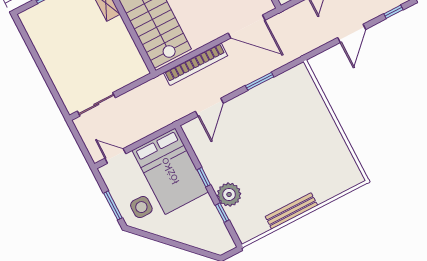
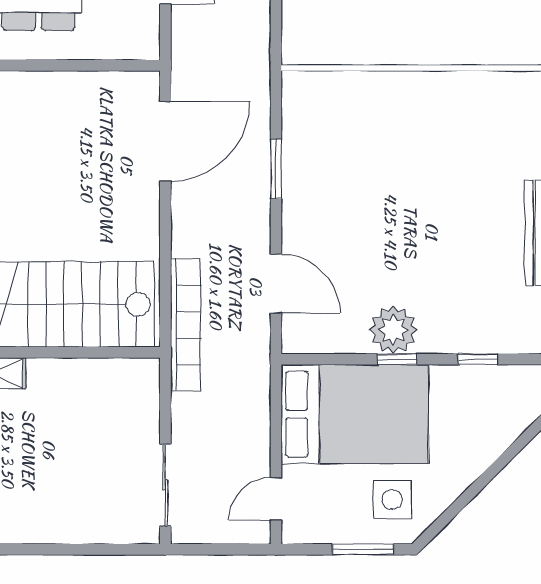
bookcase: (196, 64) -> (186, 325), moved
plant: (229, 194) -> (393, 330), moved

